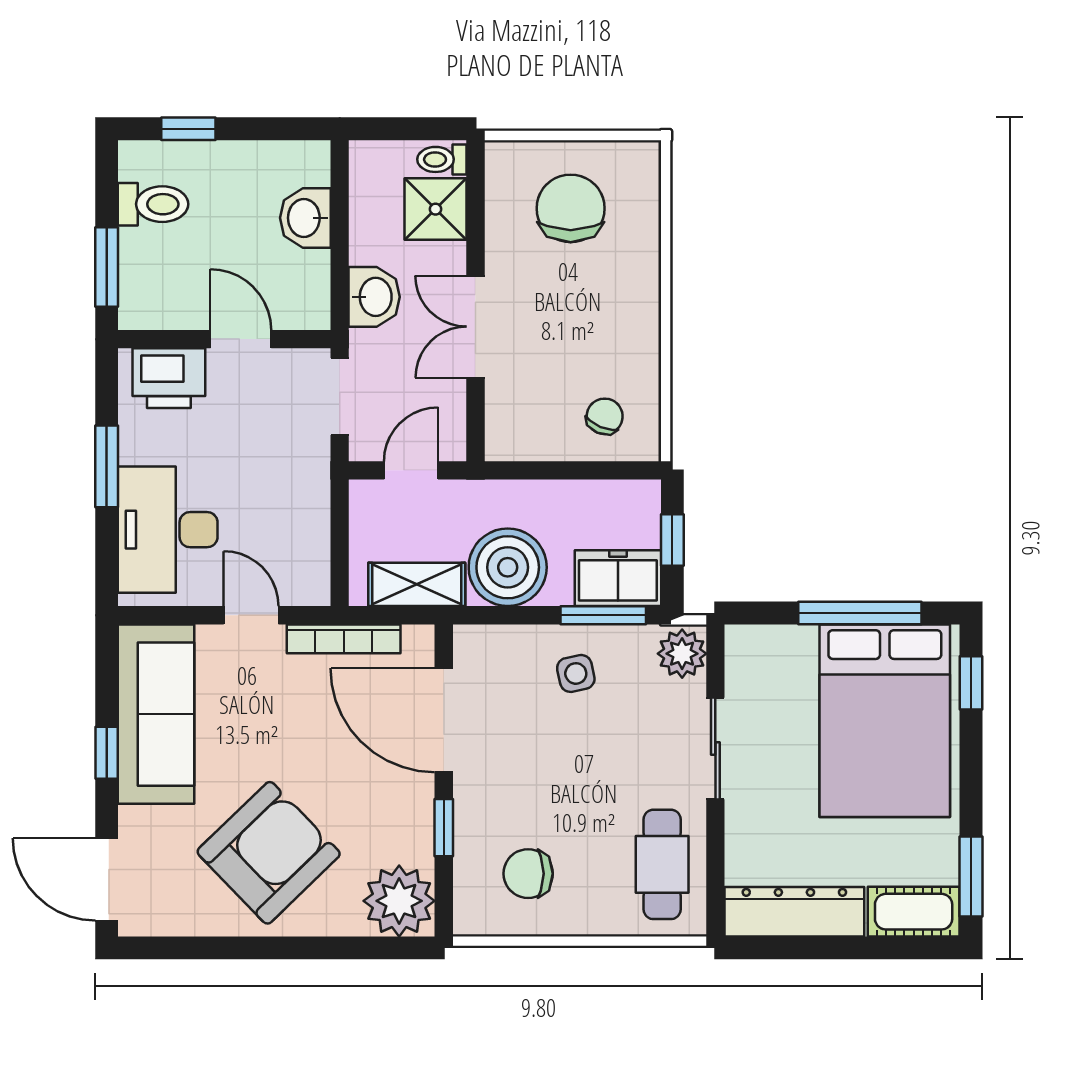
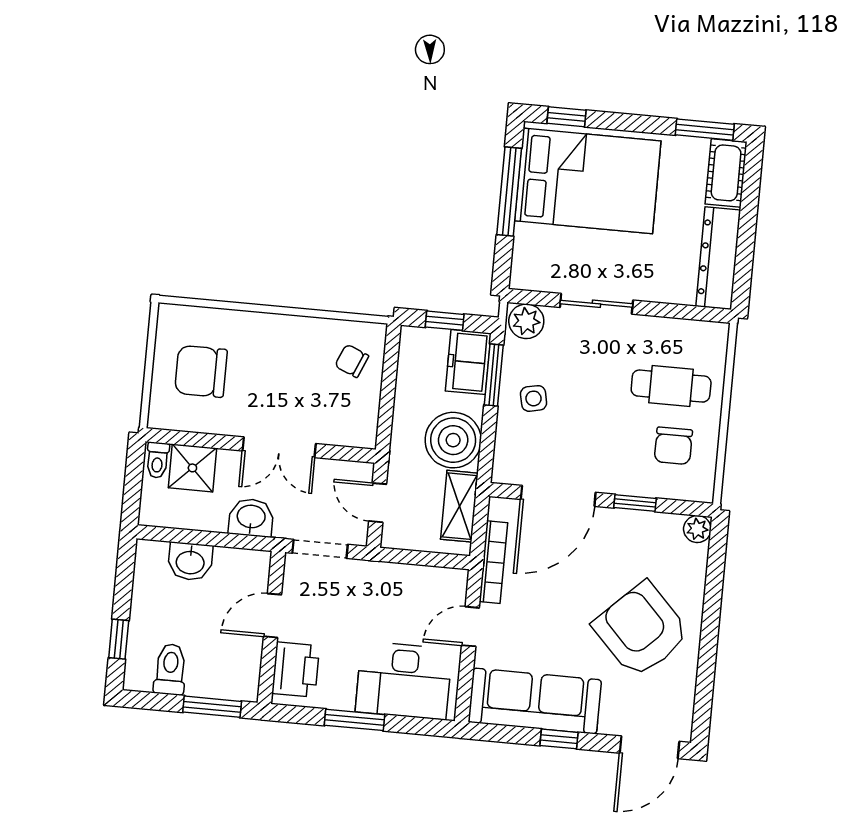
cafe table: (662, 864) -> (671, 386), moved
plant: (399, 901) -> (697, 529), width x0.53, depth x0.53

